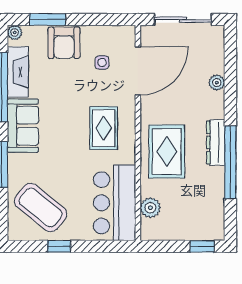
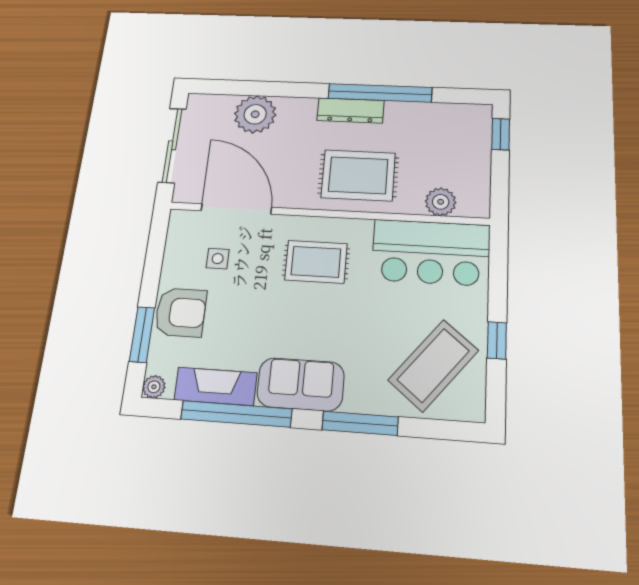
plant: (217, 83) -> (255, 114), width x1.88, depth x1.88

